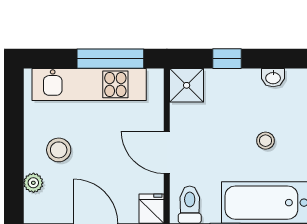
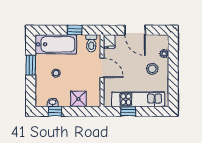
window: (110, 59) -> (128, 111), width x0.46
window: (227, 59) -> (55, 111), moved
shower: (187, 85) -> (78, 99), moved

